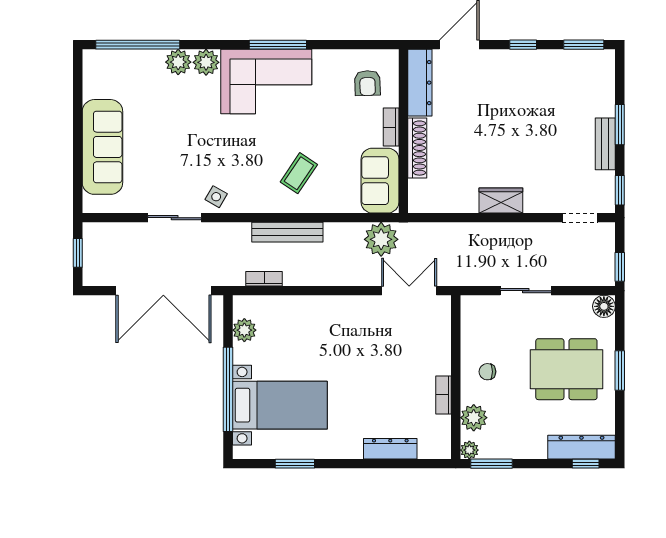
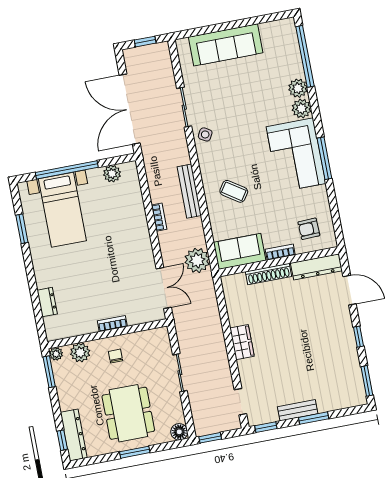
bookcase: (264, 279) -> (159, 217), moved
bookcase: (444, 395) -> (112, 324), moved
dresser: (390, 449) -> (47, 302), width x0.70

